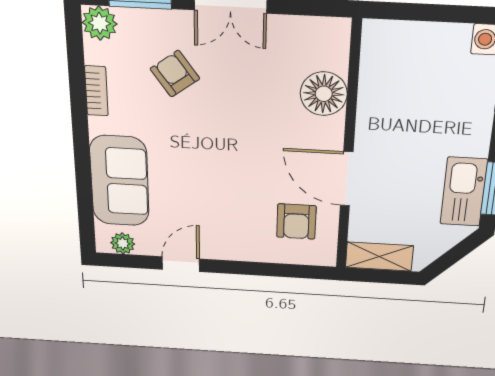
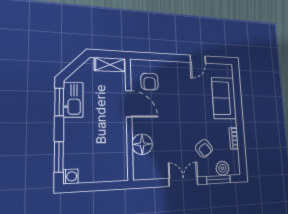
plant: (100, 23) -> (222, 168), moved
armchair: (296, 221) -> (149, 82), turned 180
plant: (123, 243) -> (222, 69), removed

